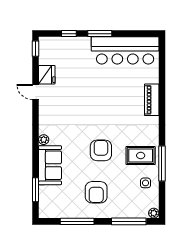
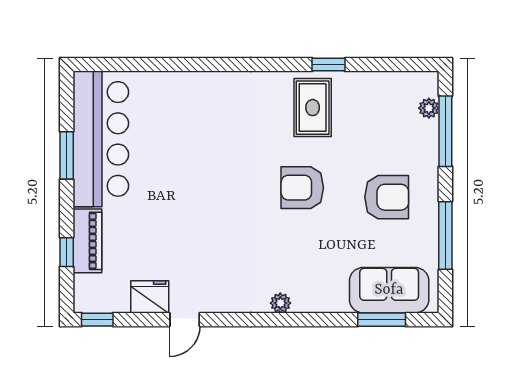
window: (100, 34) -> (67, 155), moved
piano: (152, 100) -> (87, 241), moved, turned -90
window: (162, 163) -> (329, 65), width x0.46
sofa: (50, 165) -> (389, 290), moved
side table: (146, 183) -> (368, 98), removed
plant: (154, 213) -> (429, 108), moved

